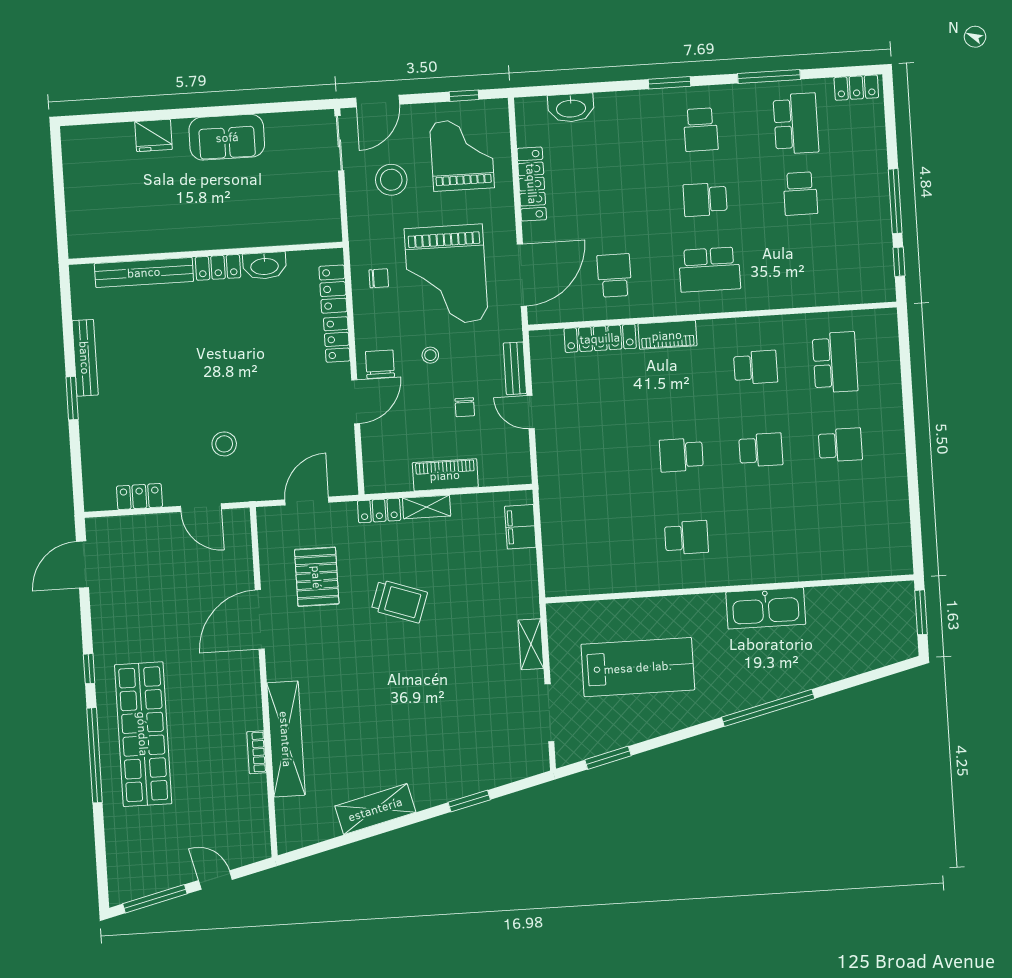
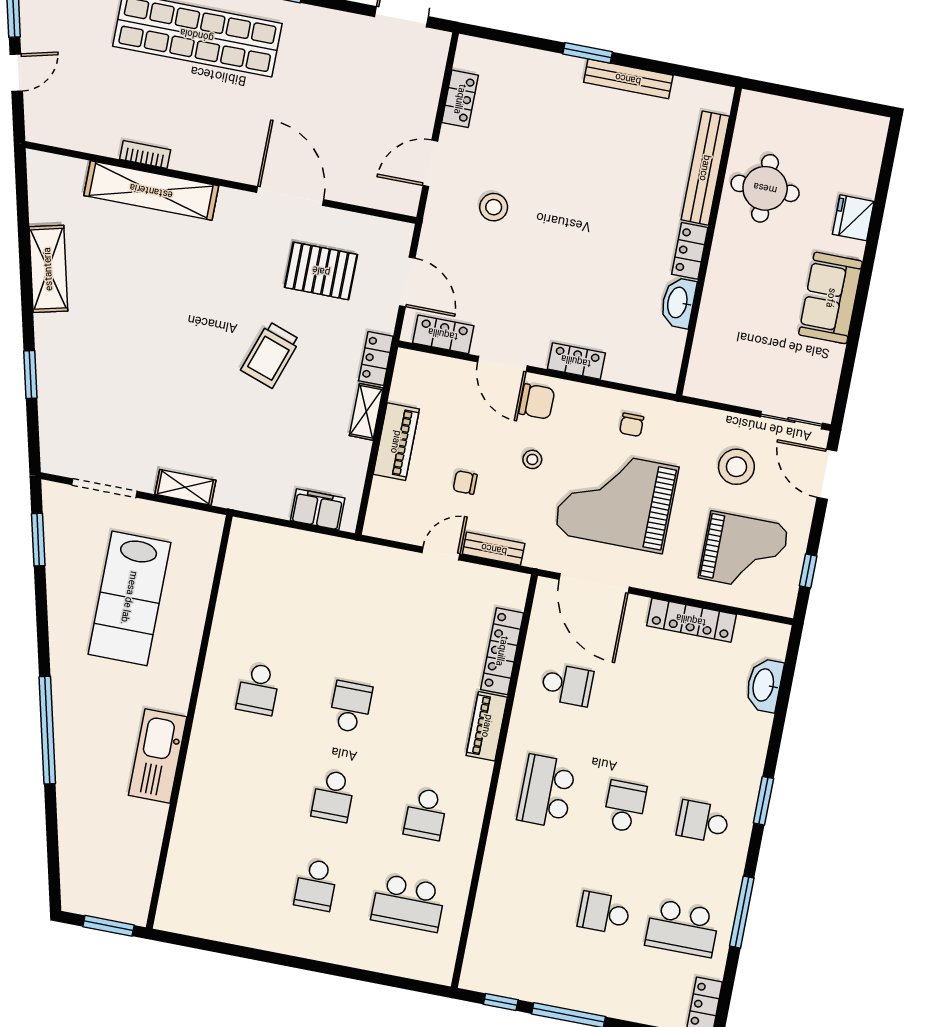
round table: (148, 217) -> (765, 188), added
locker: (333, 289) -> (443, 334), moved

